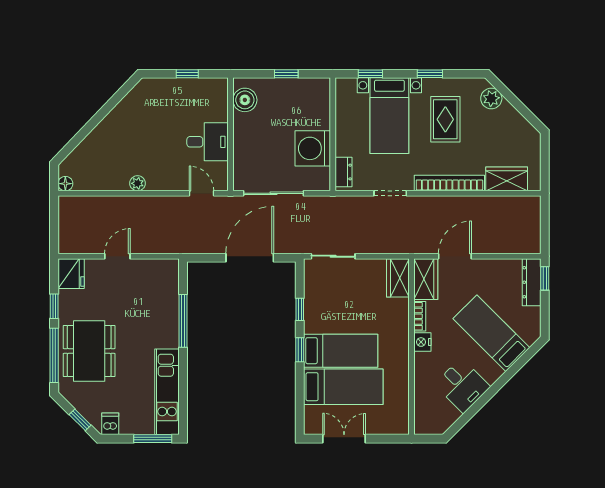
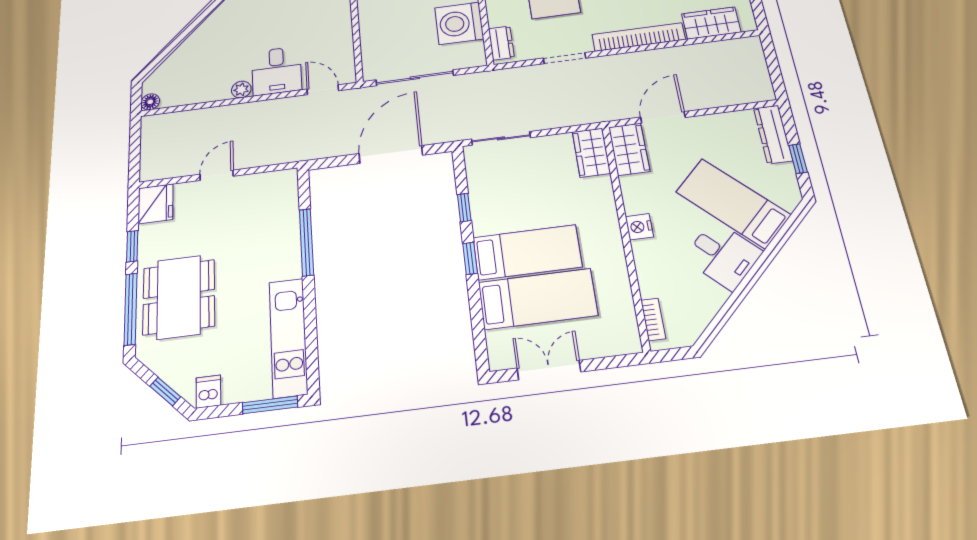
desk: (208, 142) -> (277, 71), moved, turned 90
window: (545, 278) -> (798, 159), moved
bookcase: (420, 316) -> (653, 319), moved
desk: (462, 385) -> (723, 255), moved

